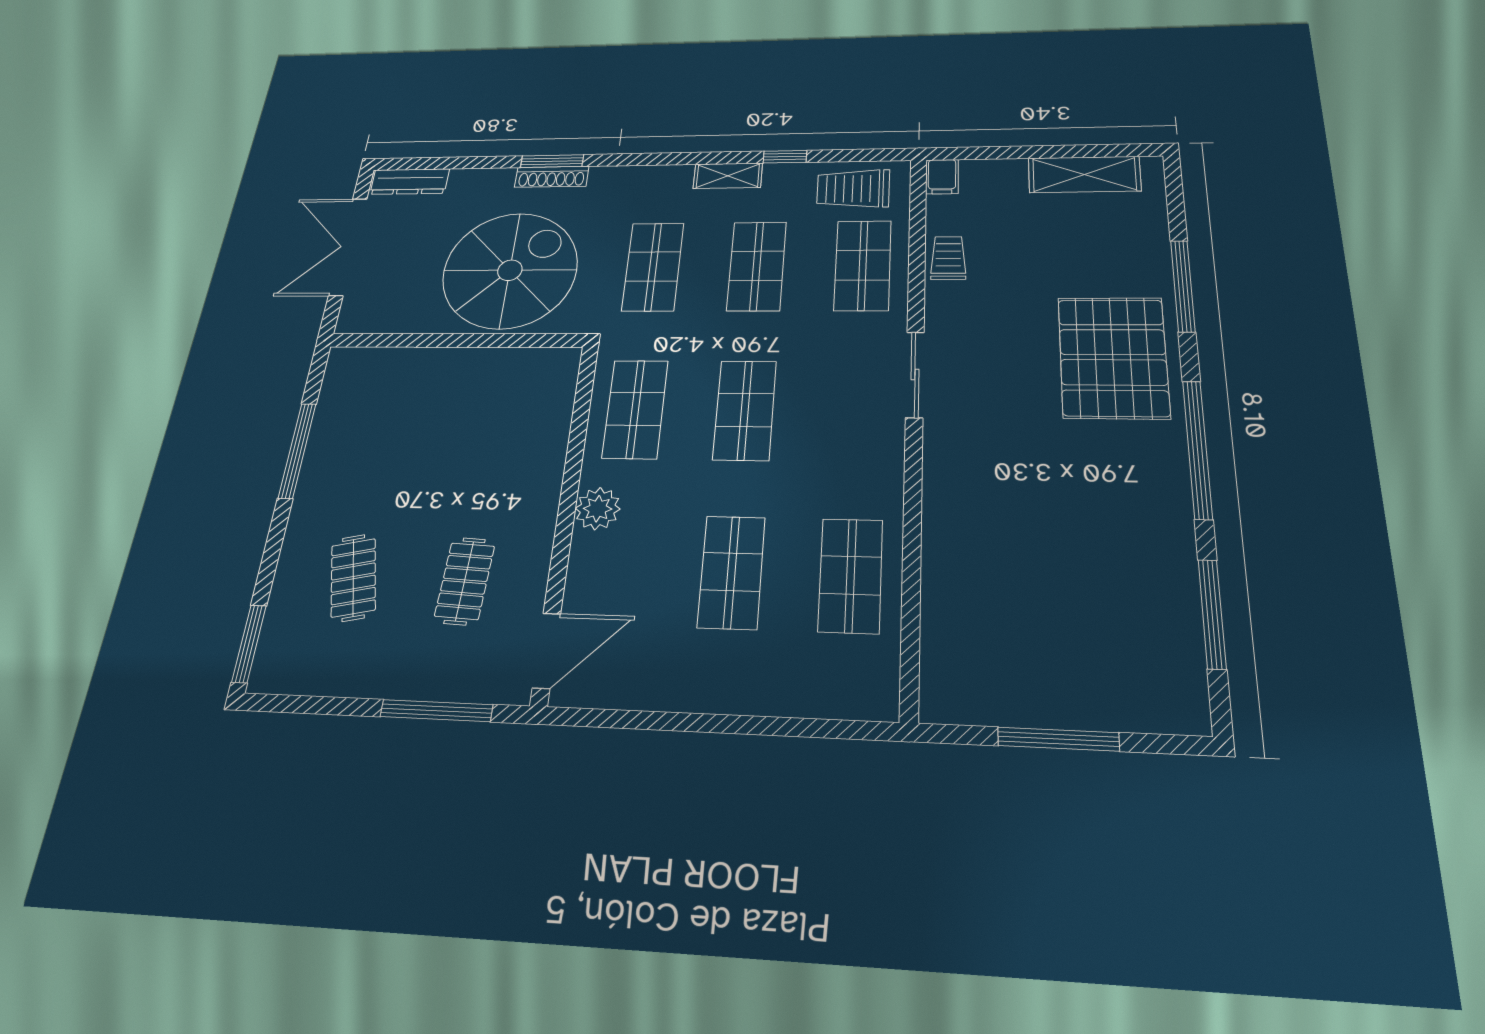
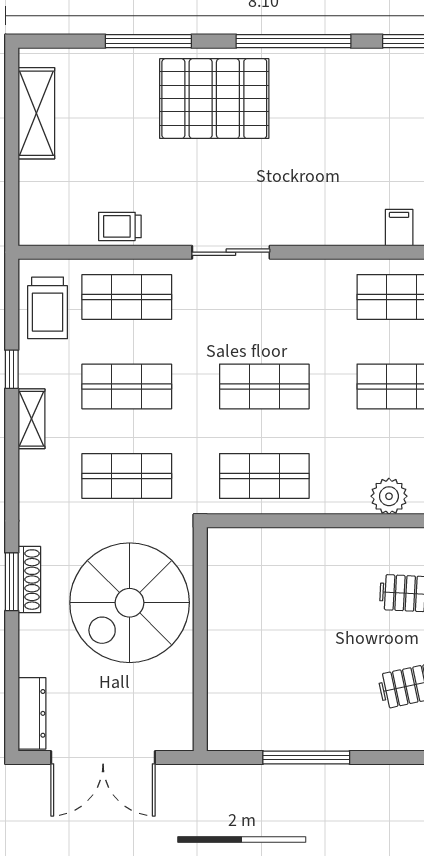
filing cabinet: (942, 177) -> (399, 228), moved, turned -90
spiral stairs: (510, 270) -> (130, 603), turned -90
plant: (598, 509) -> (389, 496), moved

